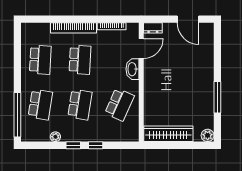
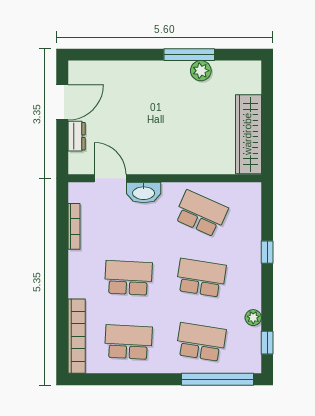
bookcase: (73, 28) -> (77, 336), moved
dresser: (153, 28) -> (77, 136), moved
plant: (208, 135) -> (201, 71), moved
window: (73, 145) -> (267, 343), moved

